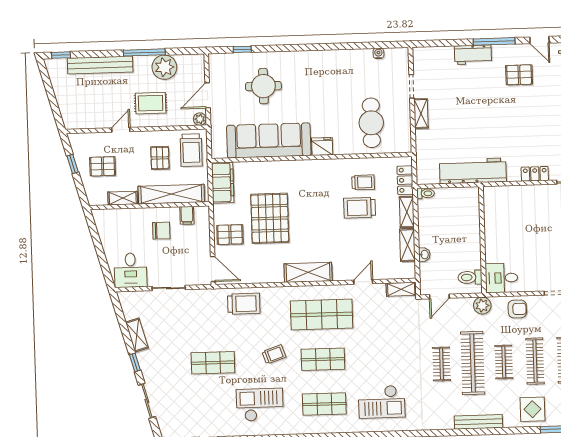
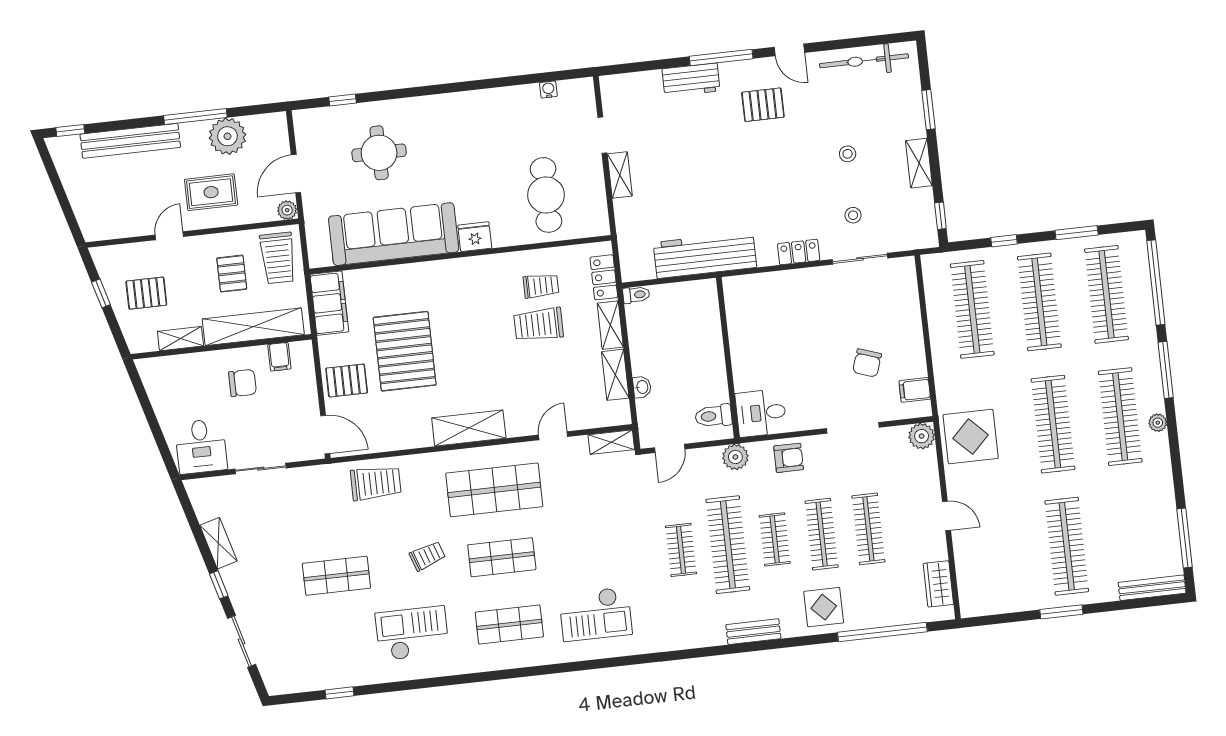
bench: (478, 422) -> (753, 632), width x0.73

